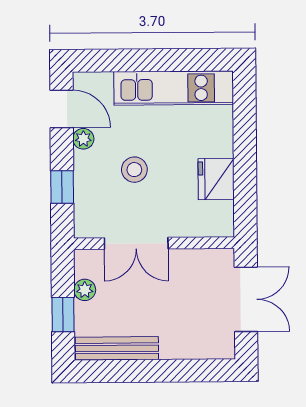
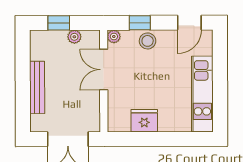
plant: (83, 139) -> (114, 36), moved
stool: (134, 170) -> (148, 41), moved
bench: (117, 348) -> (37, 87), moved

